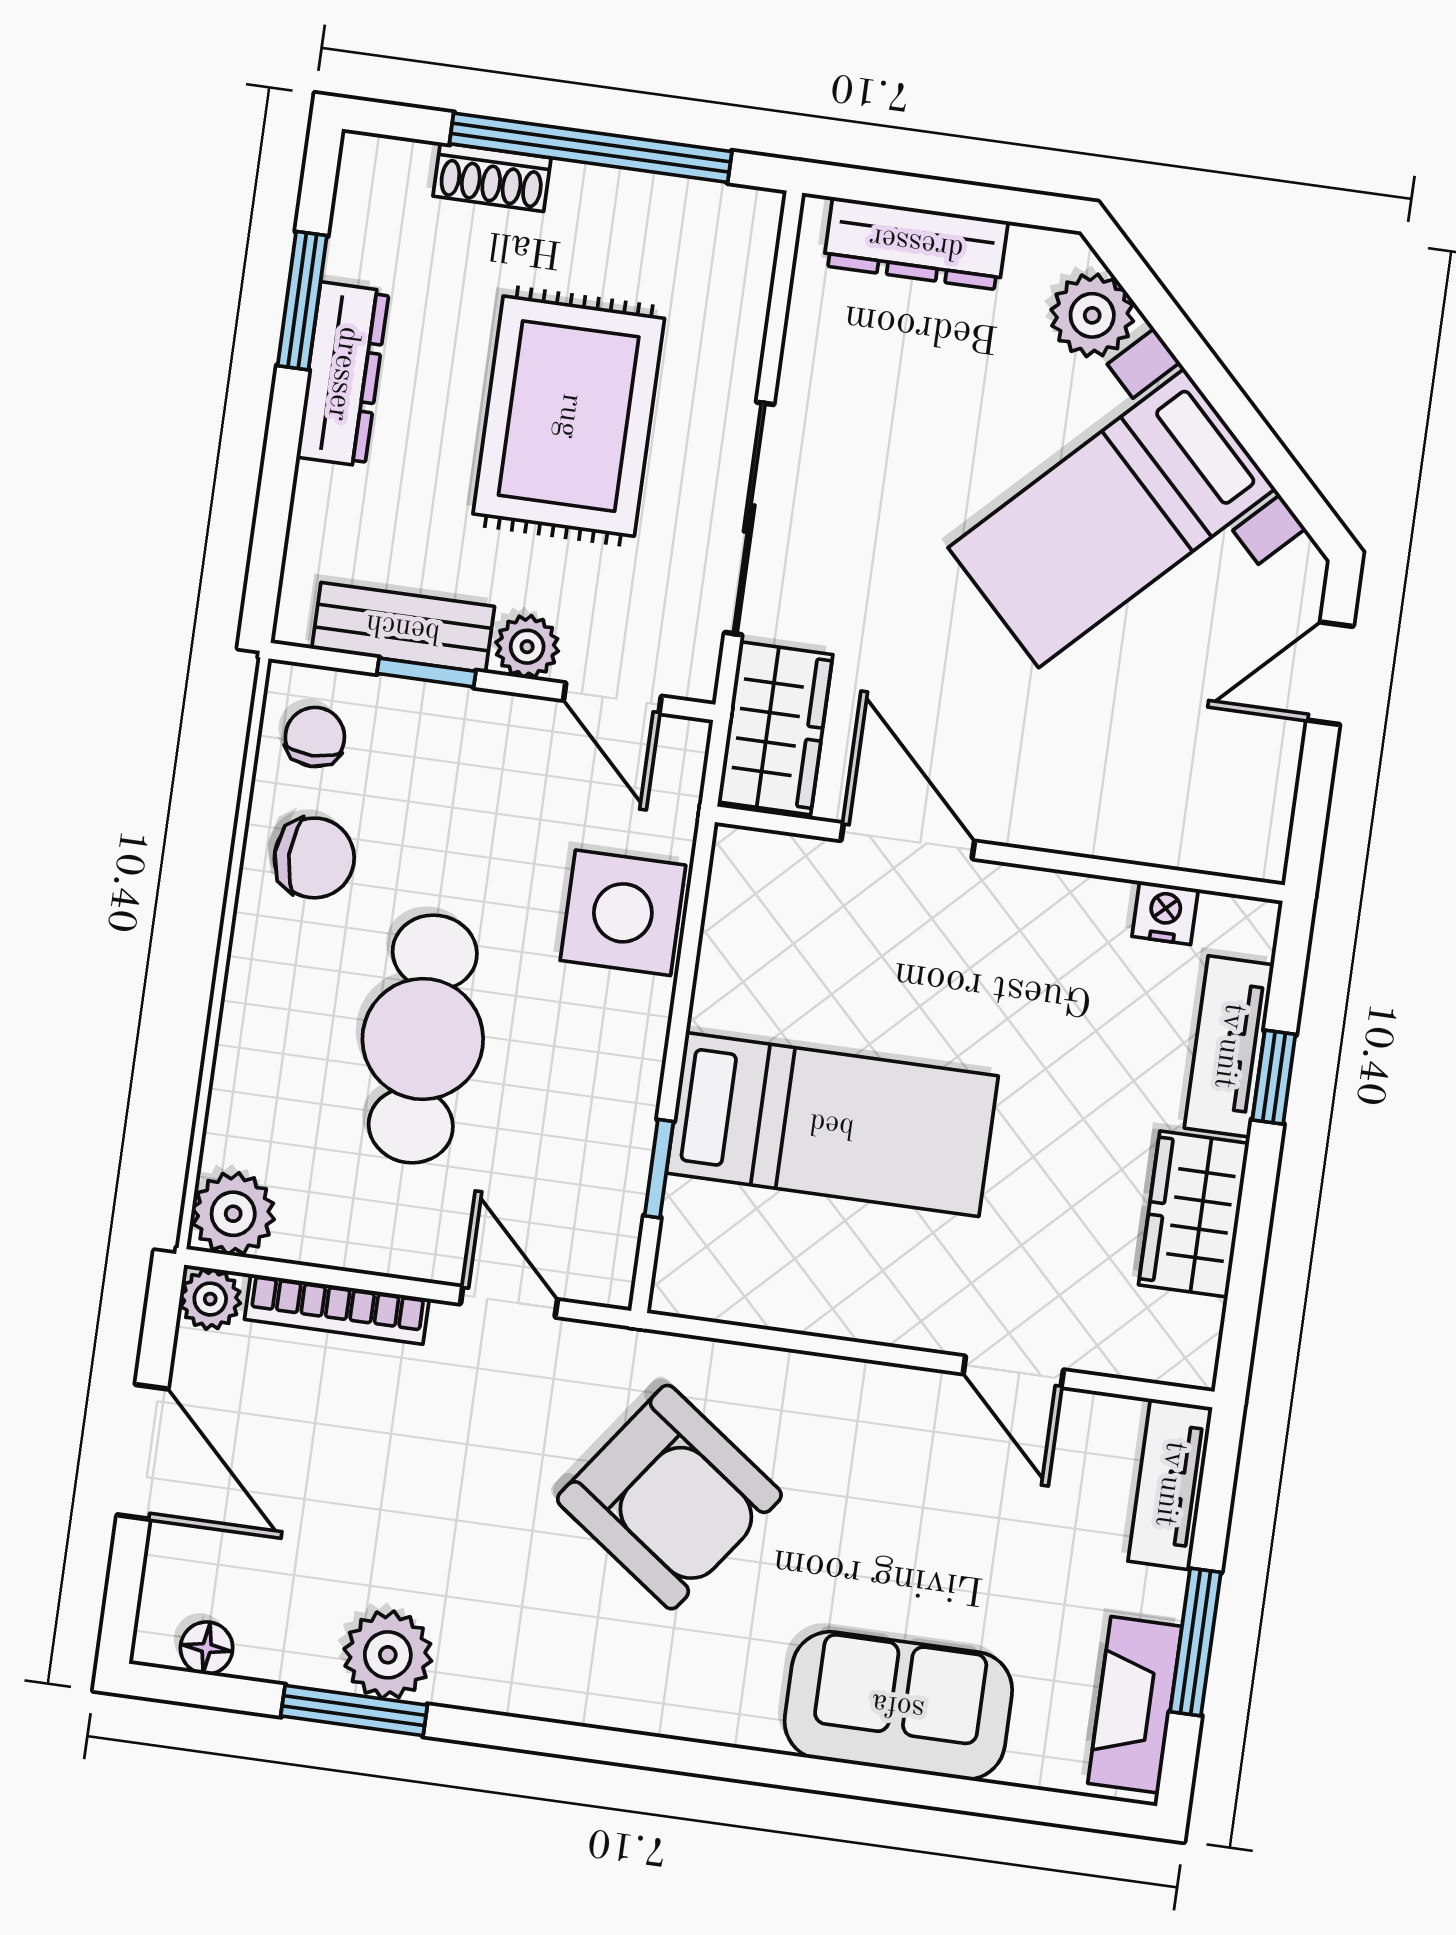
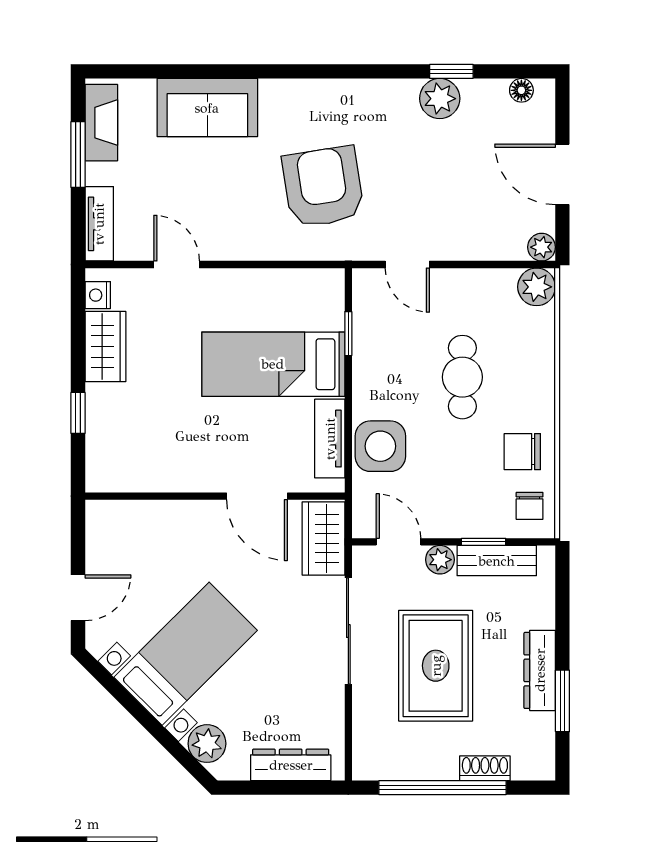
nightstand: (1165, 913) -> (98, 295), moved, turned 90
cafe table: (423, 1039) -> (462, 377), width x0.73, depth x0.74
tv unit: (1229, 1046) -> (330, 439), moved, turned 180
bookcase: (337, 1309) -> (484, 251), removed
armchair: (669, 1497) -> (323, 187), turned 45
window: (354, 1711) -> (451, 71), width x0.67

